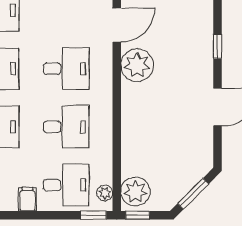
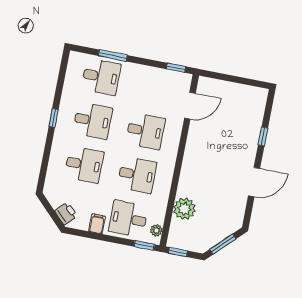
plant: (137, 65) -> (199, 139), removed
desk: (66, 185) -> (128, 219), turned 180
plant: (135, 192) -> (184, 209), moved

